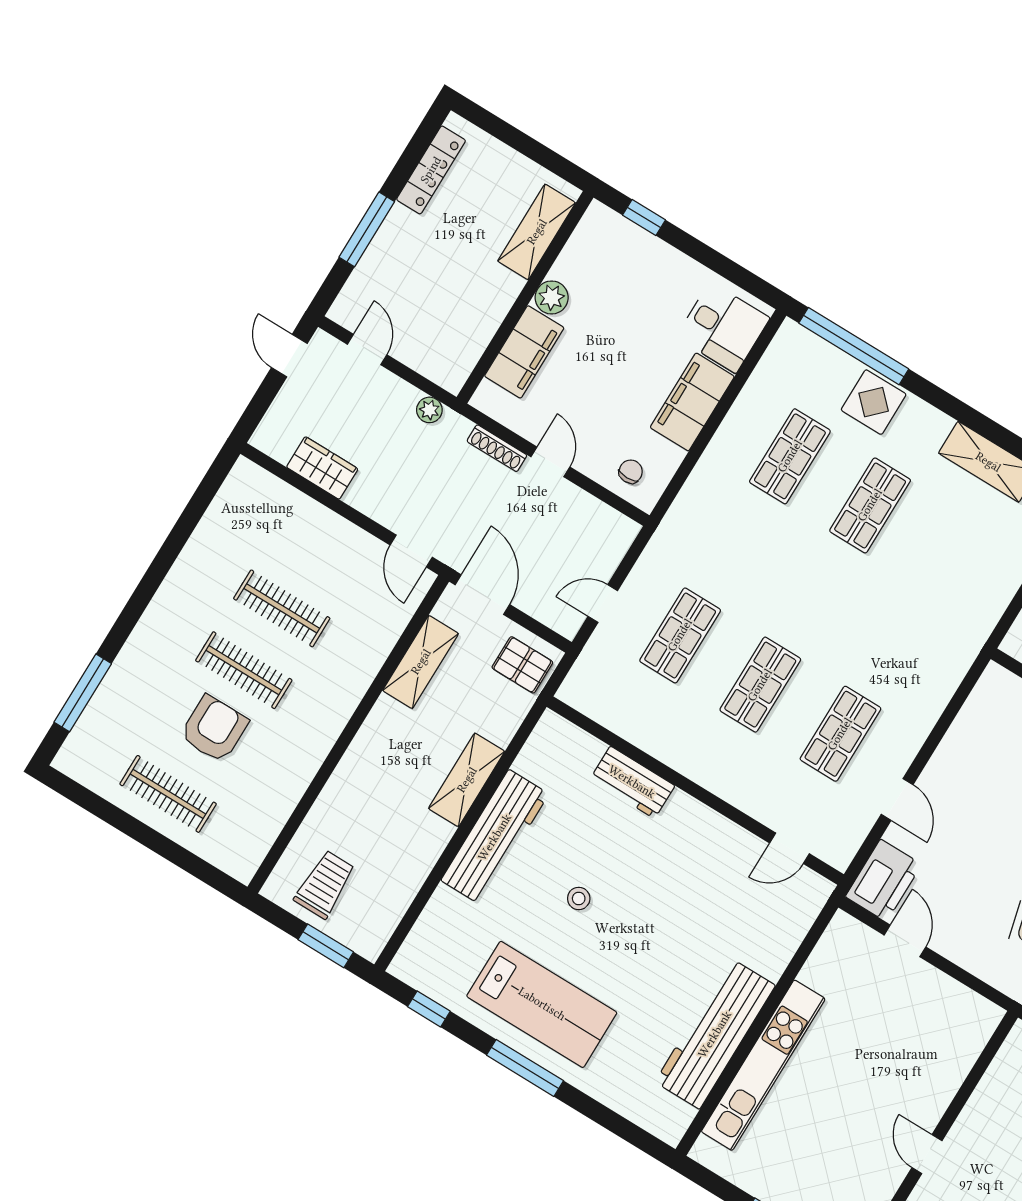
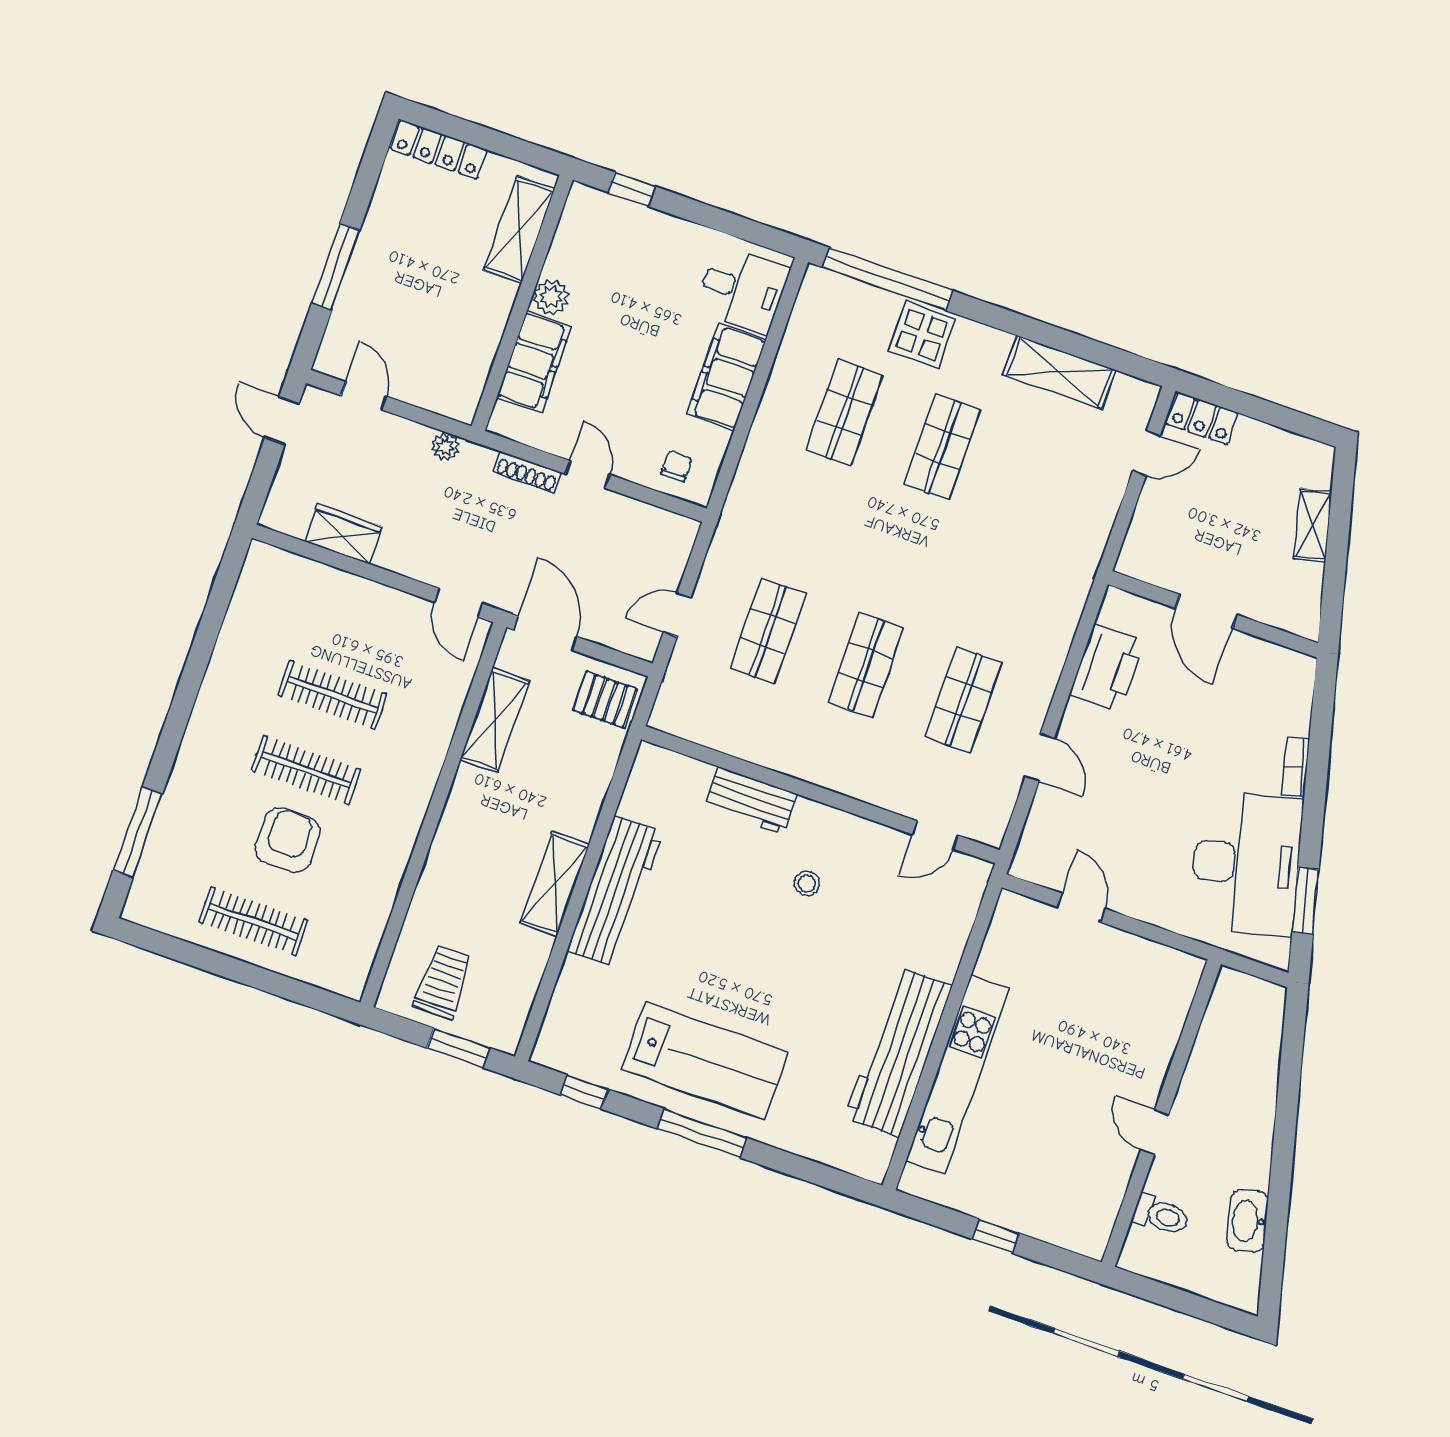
locker: (431, 170) -> (439, 149), moved, turned 90
shelving: (467, 780) -> (555, 884), moved
printer: (884, 880) -> (1107, 668), moved
stool: (579, 898) -> (807, 883), moved

